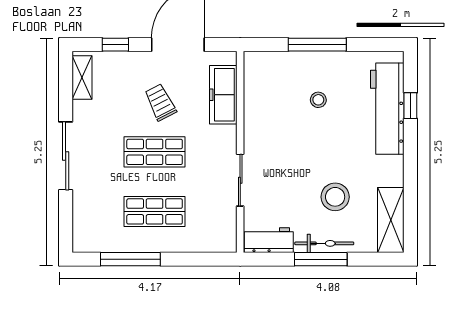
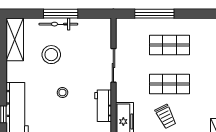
stool: (318, 100) -> (62, 93), moved
workbench: (269, 240) -> (103, 106), moved, turned 90
window: (130, 259) -> (154, 14), moved

